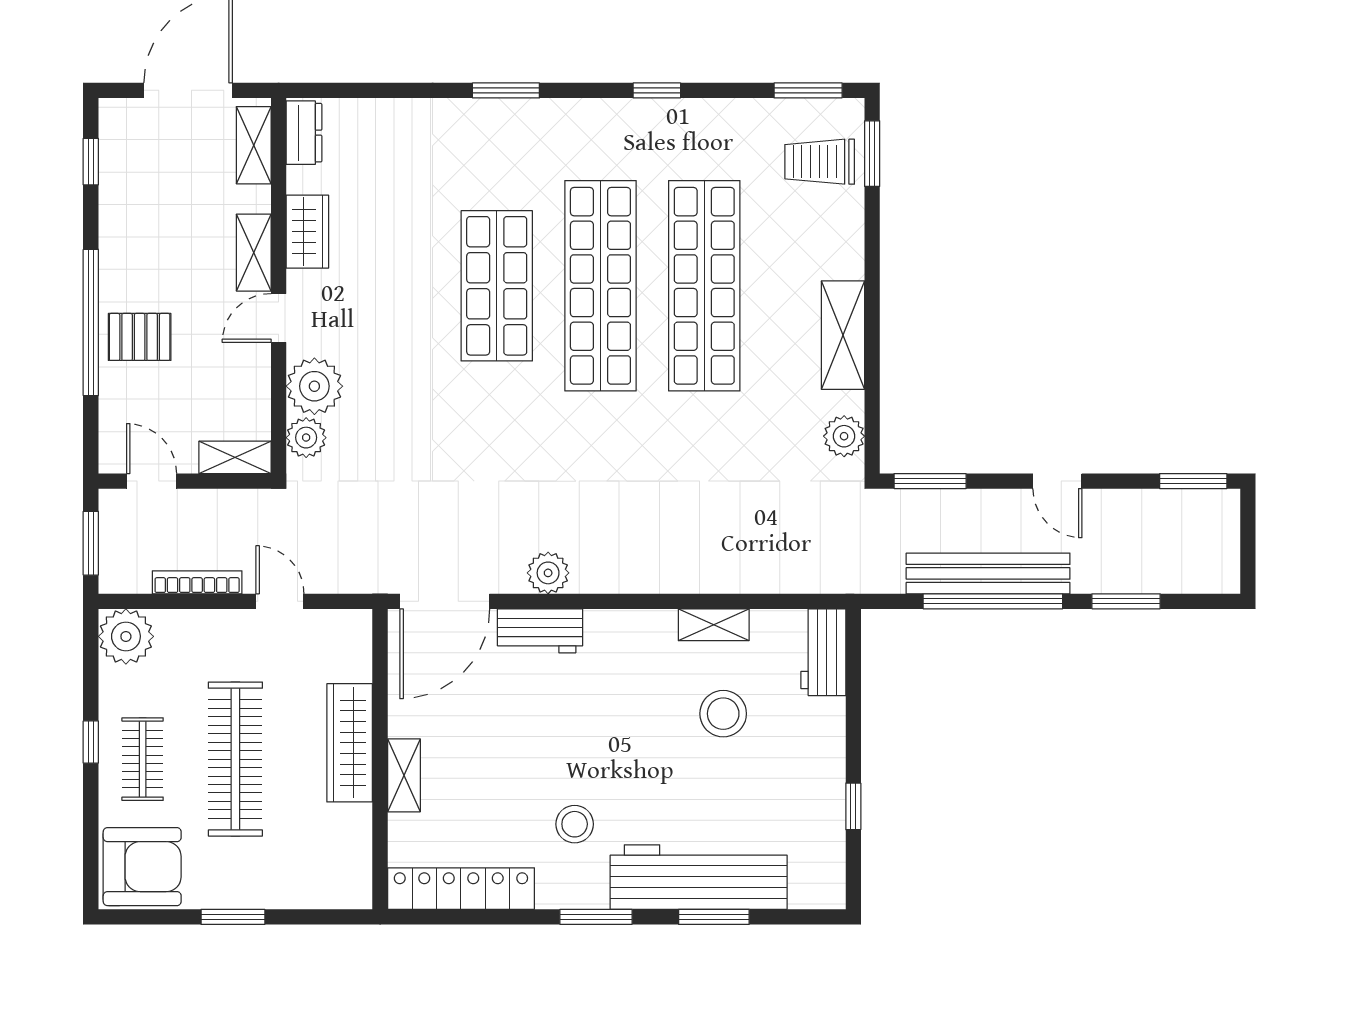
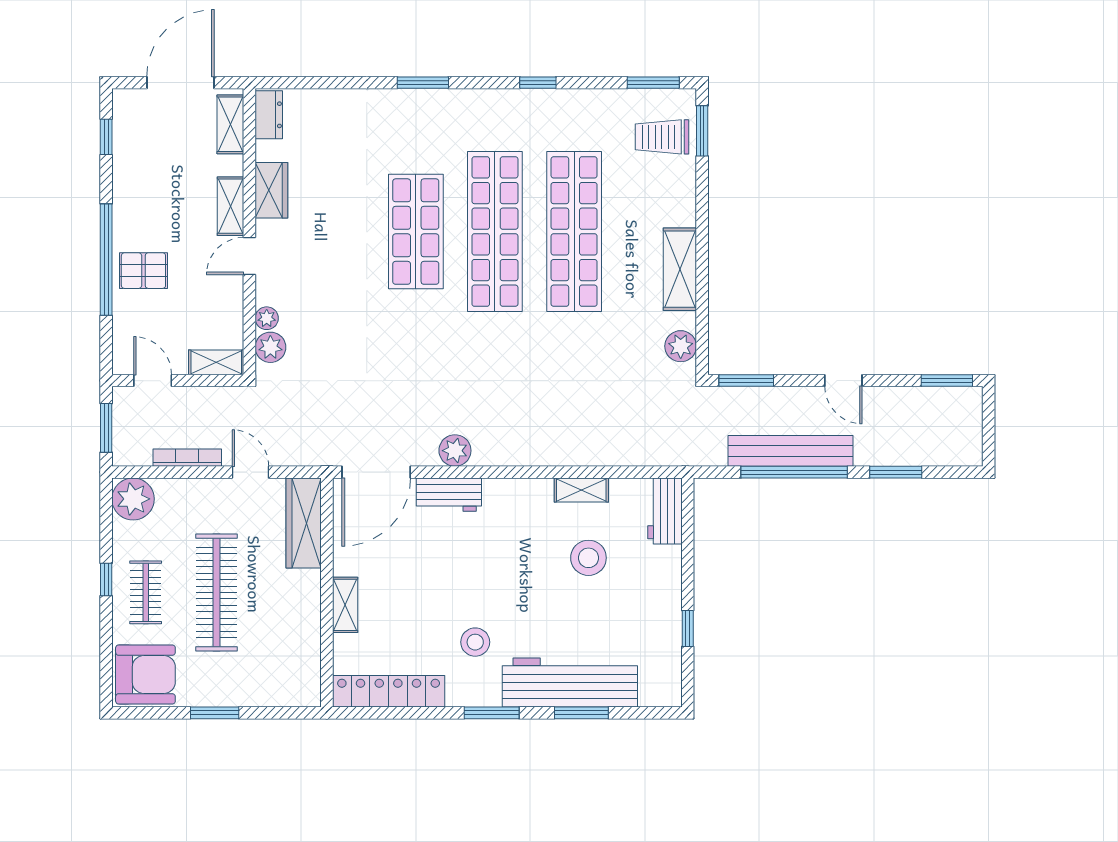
plant: (314, 386) -> (267, 318), width x0.53, depth x0.53
wardrobe: (350, 743) -> (304, 523), moved

